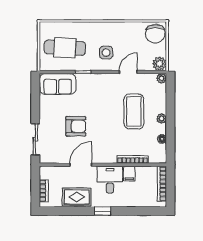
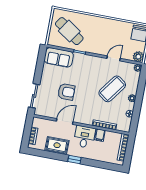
cafe table: (65, 48) -> (69, 31), turned 31
side table: (106, 53) -> (100, 41), removed
coffee table: (134, 111) -> (112, 89), turned 36

